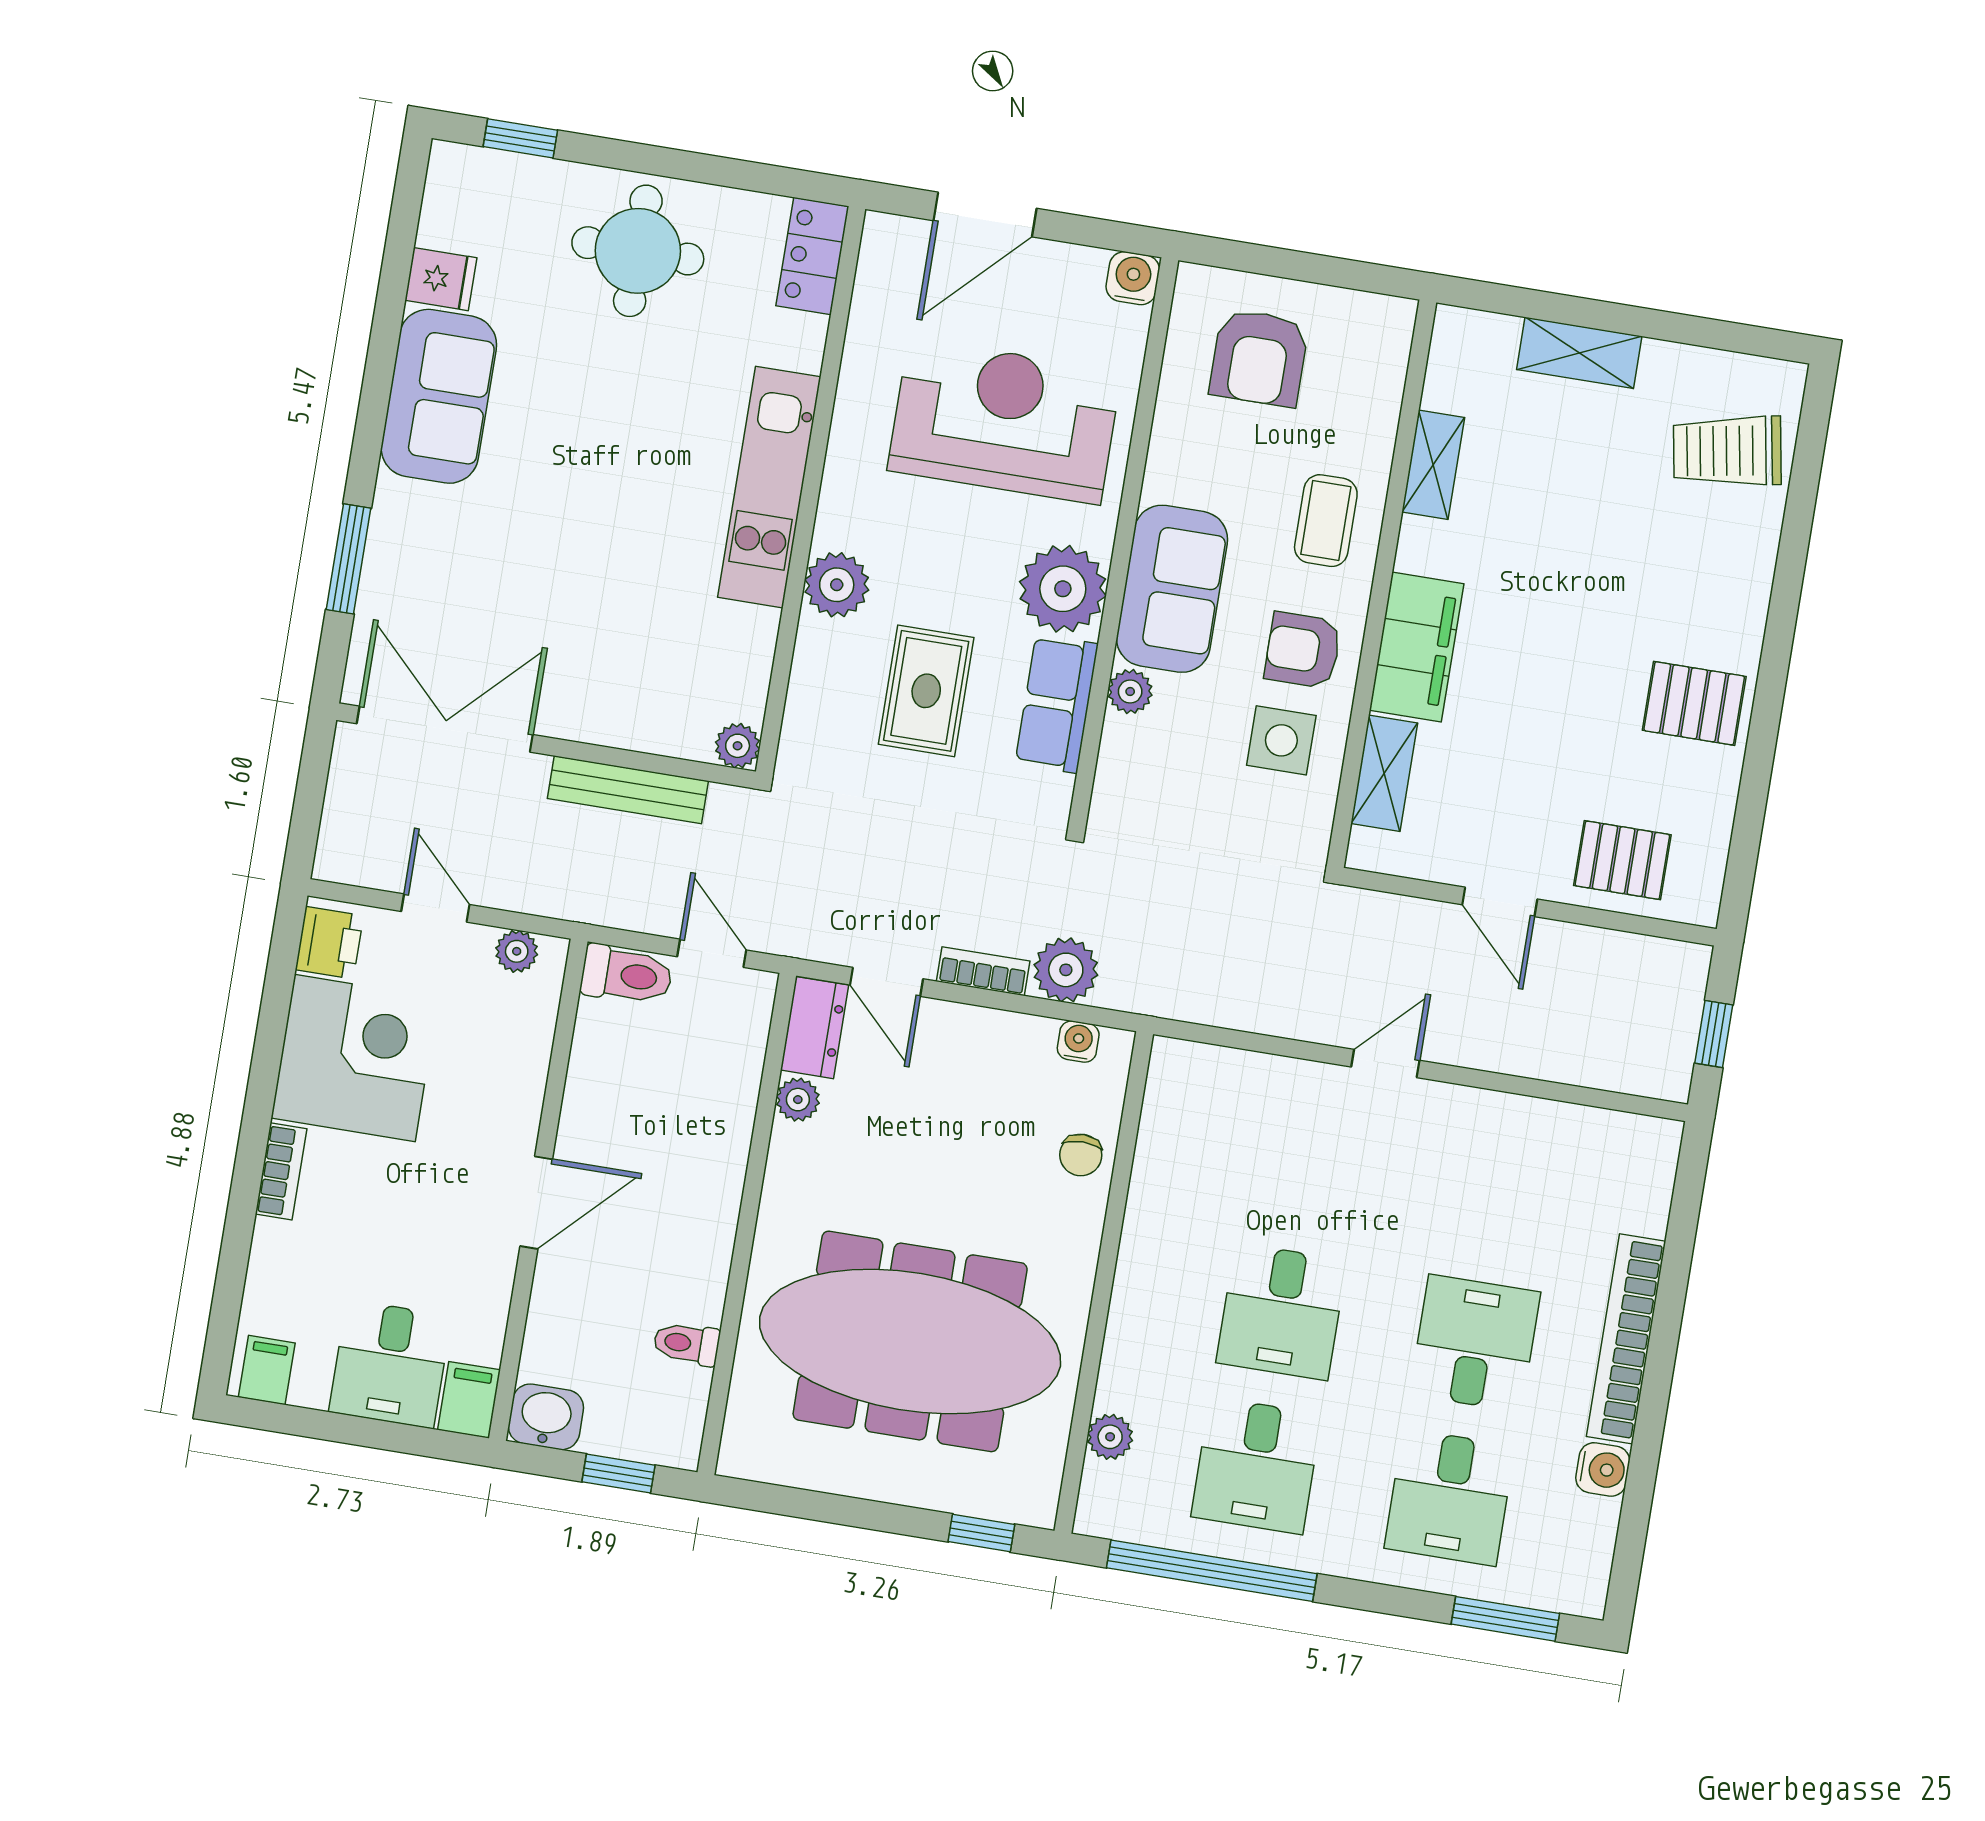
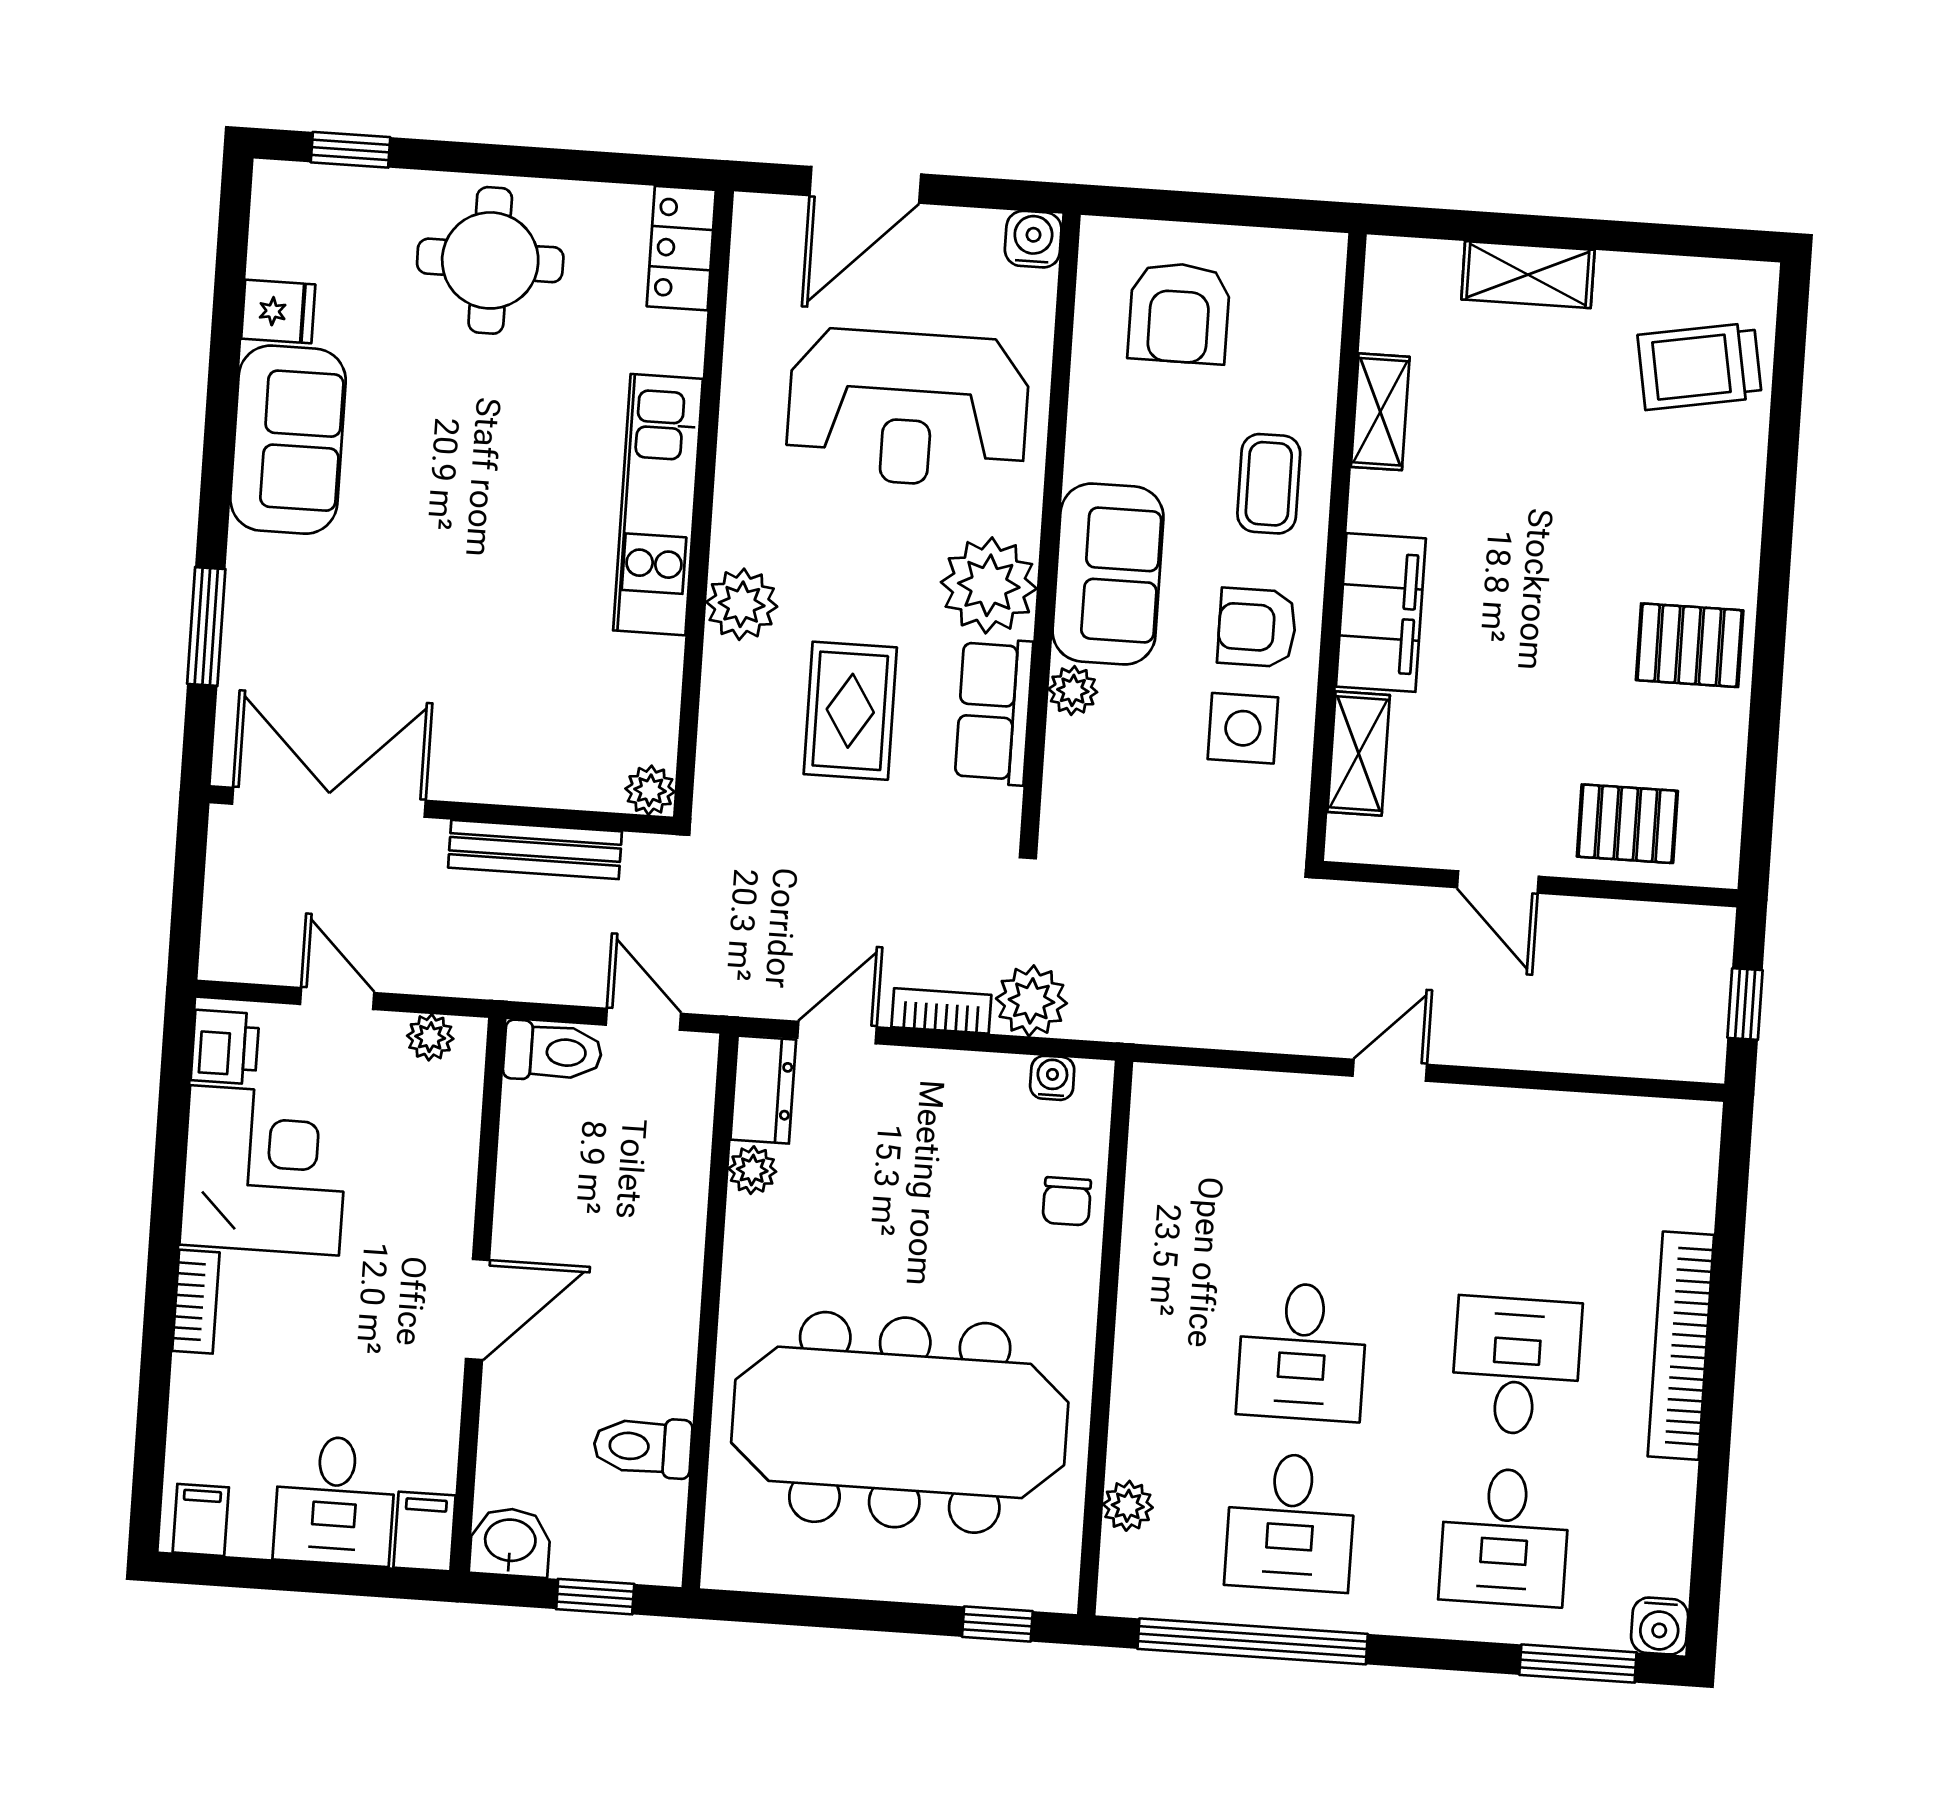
reception desk: (1005, 421) -> (908, 408), turned 180
door: (887, 982) -> (837, 1032), swing flipped
toilet: (687, 1344) -> (643, 1447), width x1.37, depth x1.39
water cooler: (1603, 1469) -> (1660, 1626), moved, turned 90

